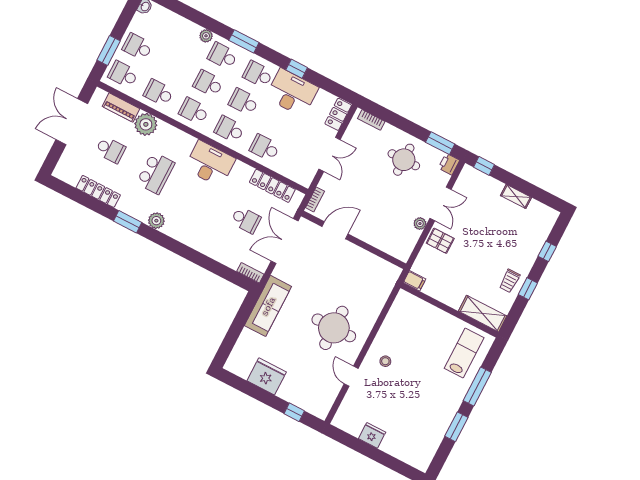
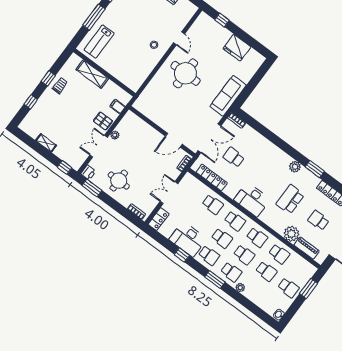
school desk: (123, 74) -> (266, 271), moved
filing cabinet: (415, 281) -> (118, 107), moved
shelving: (483, 314) -> (92, 74), moved

